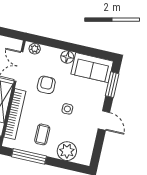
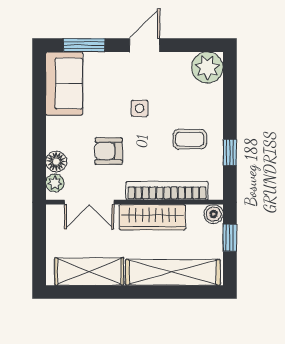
floor lamp: (67, 57) -> (56, 162), moved
plant: (67, 151) -> (207, 68), moved
window: (29, 156) -> (230, 152), width x0.46

